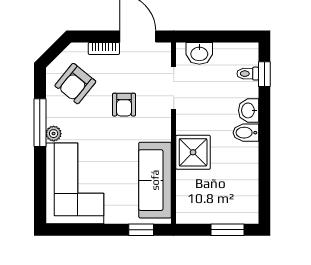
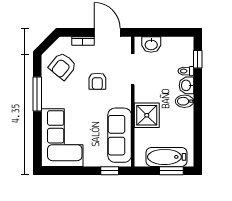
toilet: (248, 74) -> (186, 71), moved
plant: (54, 134) -> (47, 102), removed
bathtub: (221, 210) -> (167, 157), added

